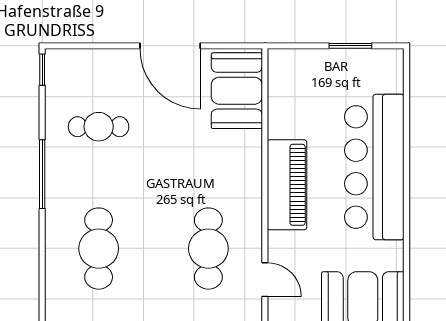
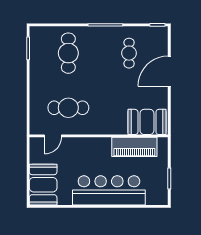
door: (170, 46) -> (169, 71), moved
piano: (287, 185) -> (134, 147), moved
cafe table: (99, 249) -> (68, 53), turned 90

